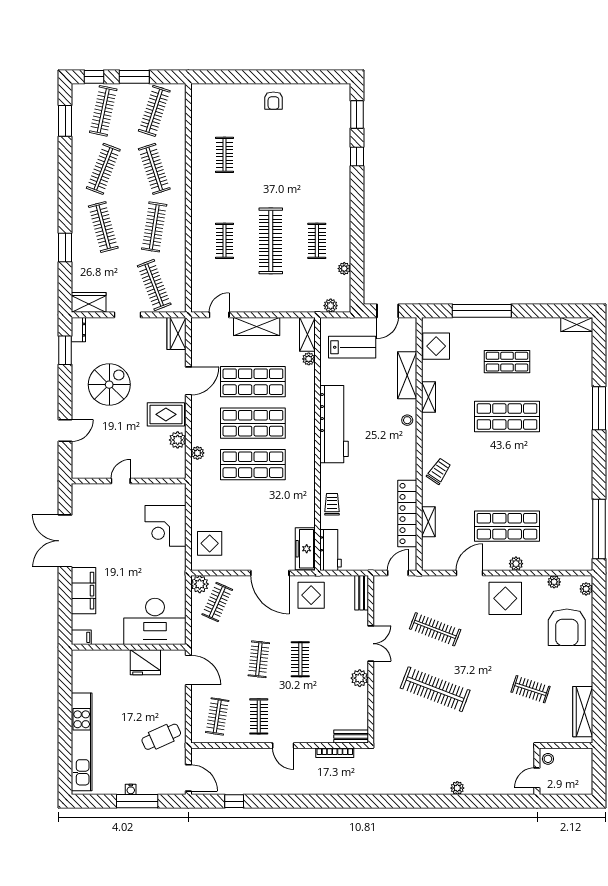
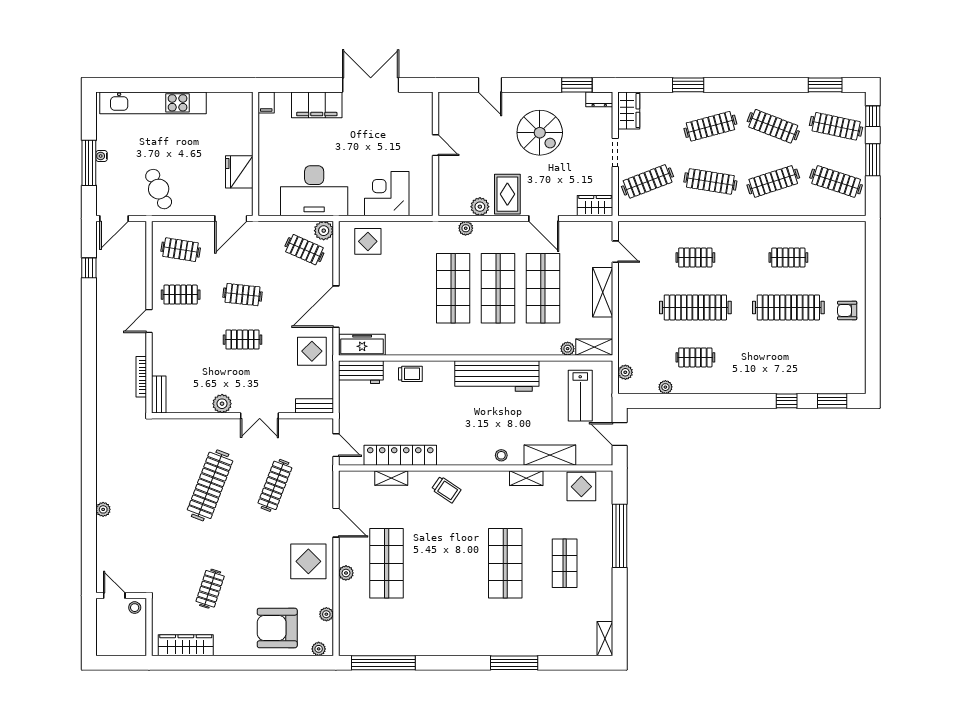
clothes rail: (271, 155) -> (788, 307), added
desk: (155, 621) -> (314, 191), moved, turned -90

